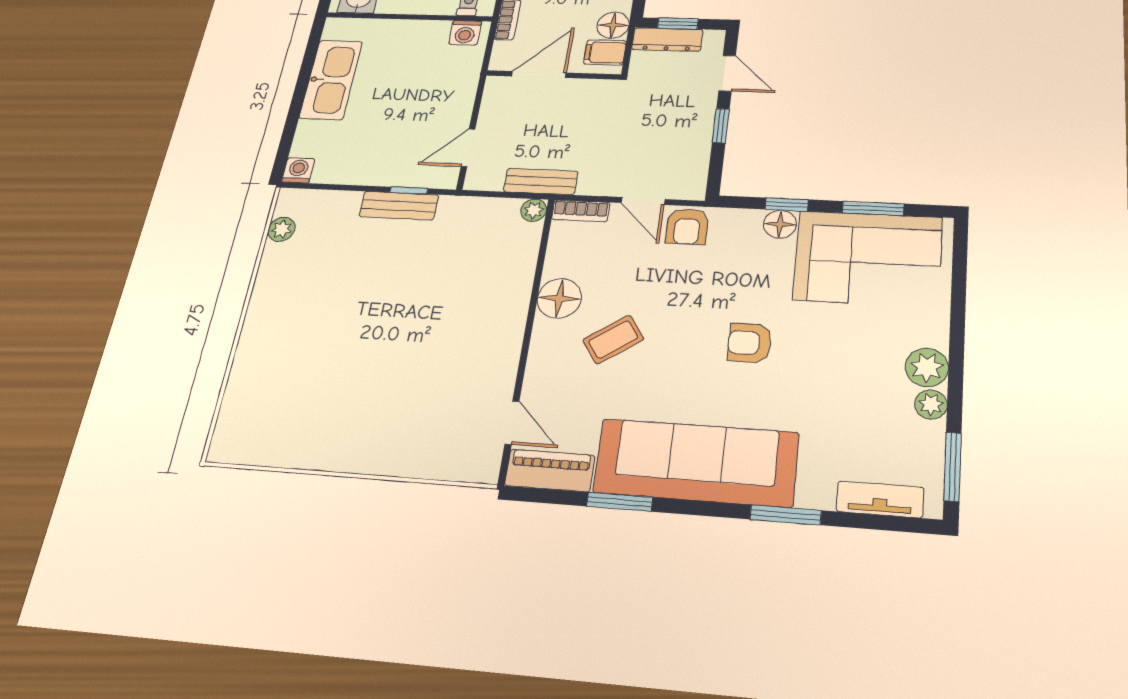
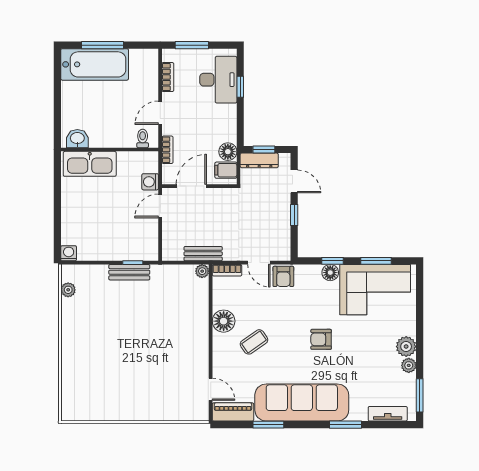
washing machine: (465, 33) -> (150, 182), moved, turned 90
kitchen sink: (331, 80) -> (90, 164), moved, turned 90
door: (468, 148) -> (160, 206), moved

